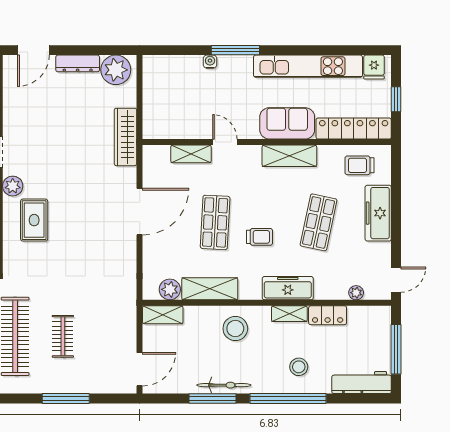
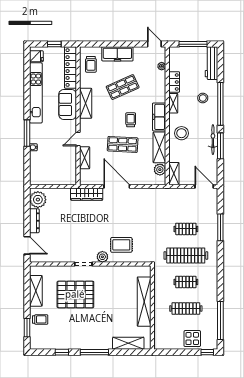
wardrobe: (125, 137) -> (87, 194), moved
shop shelf: (319, 222) -> (123, 87), turned -36
freezer: (288, 288) -> (159, 117), moved

